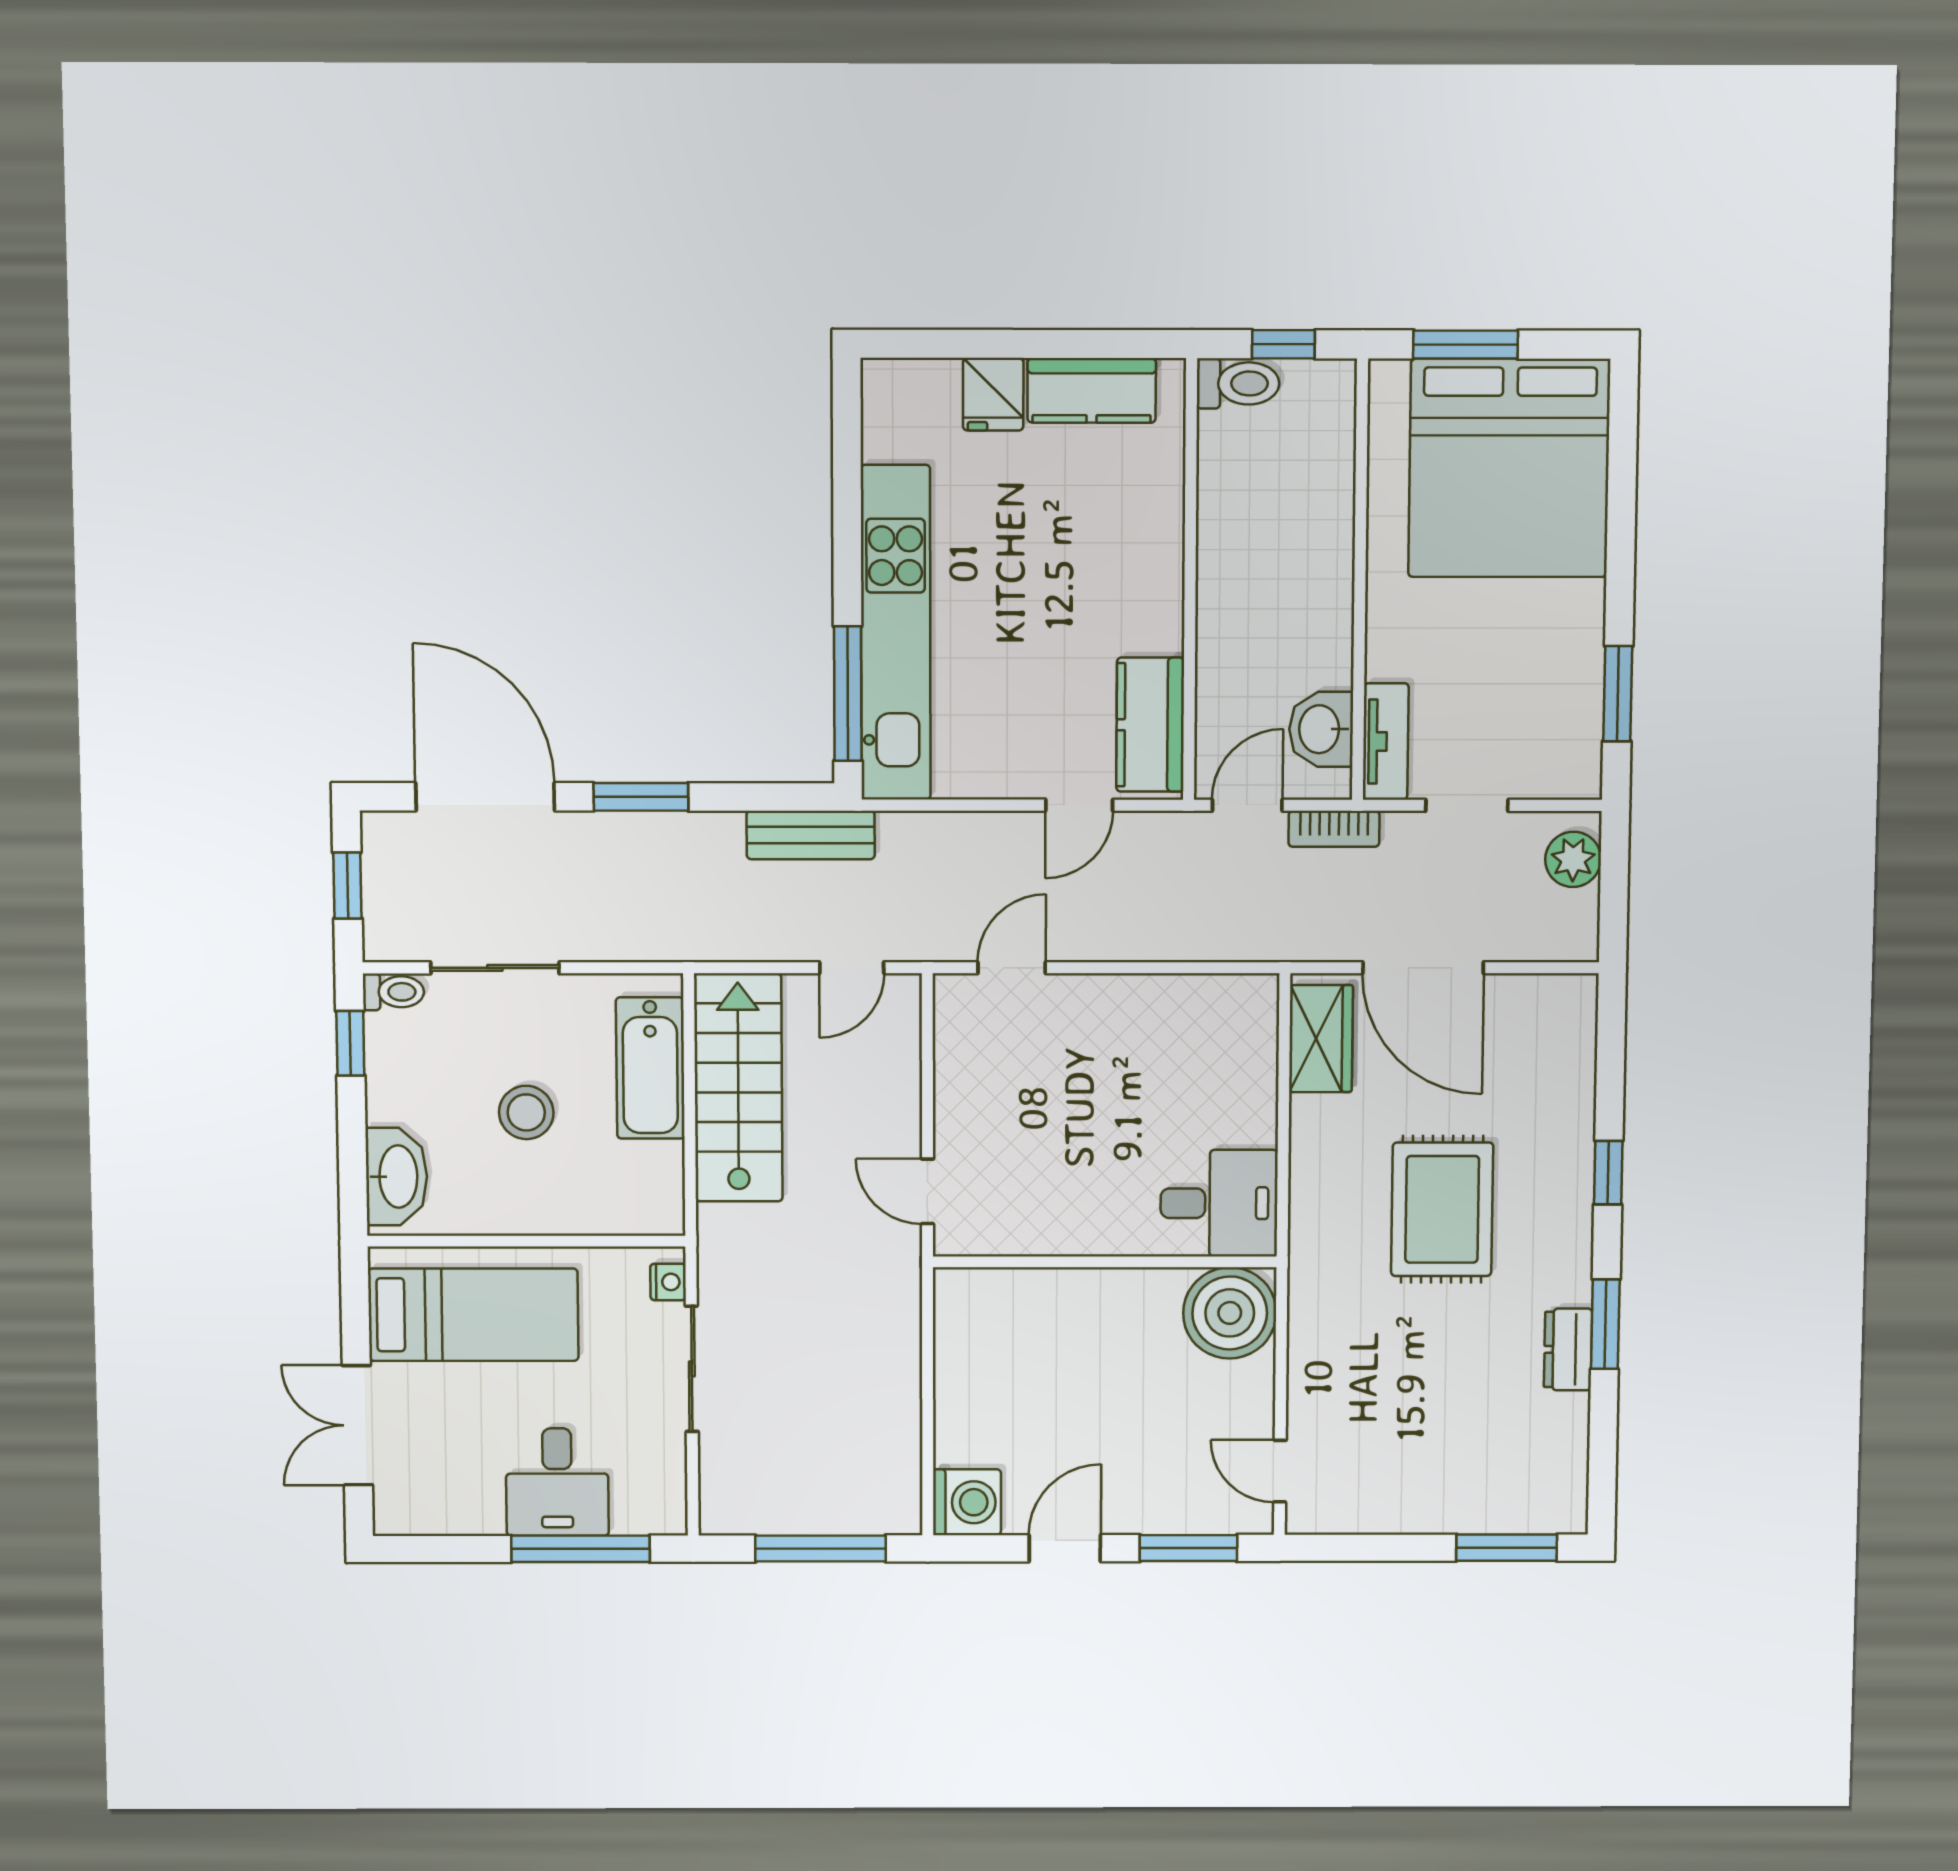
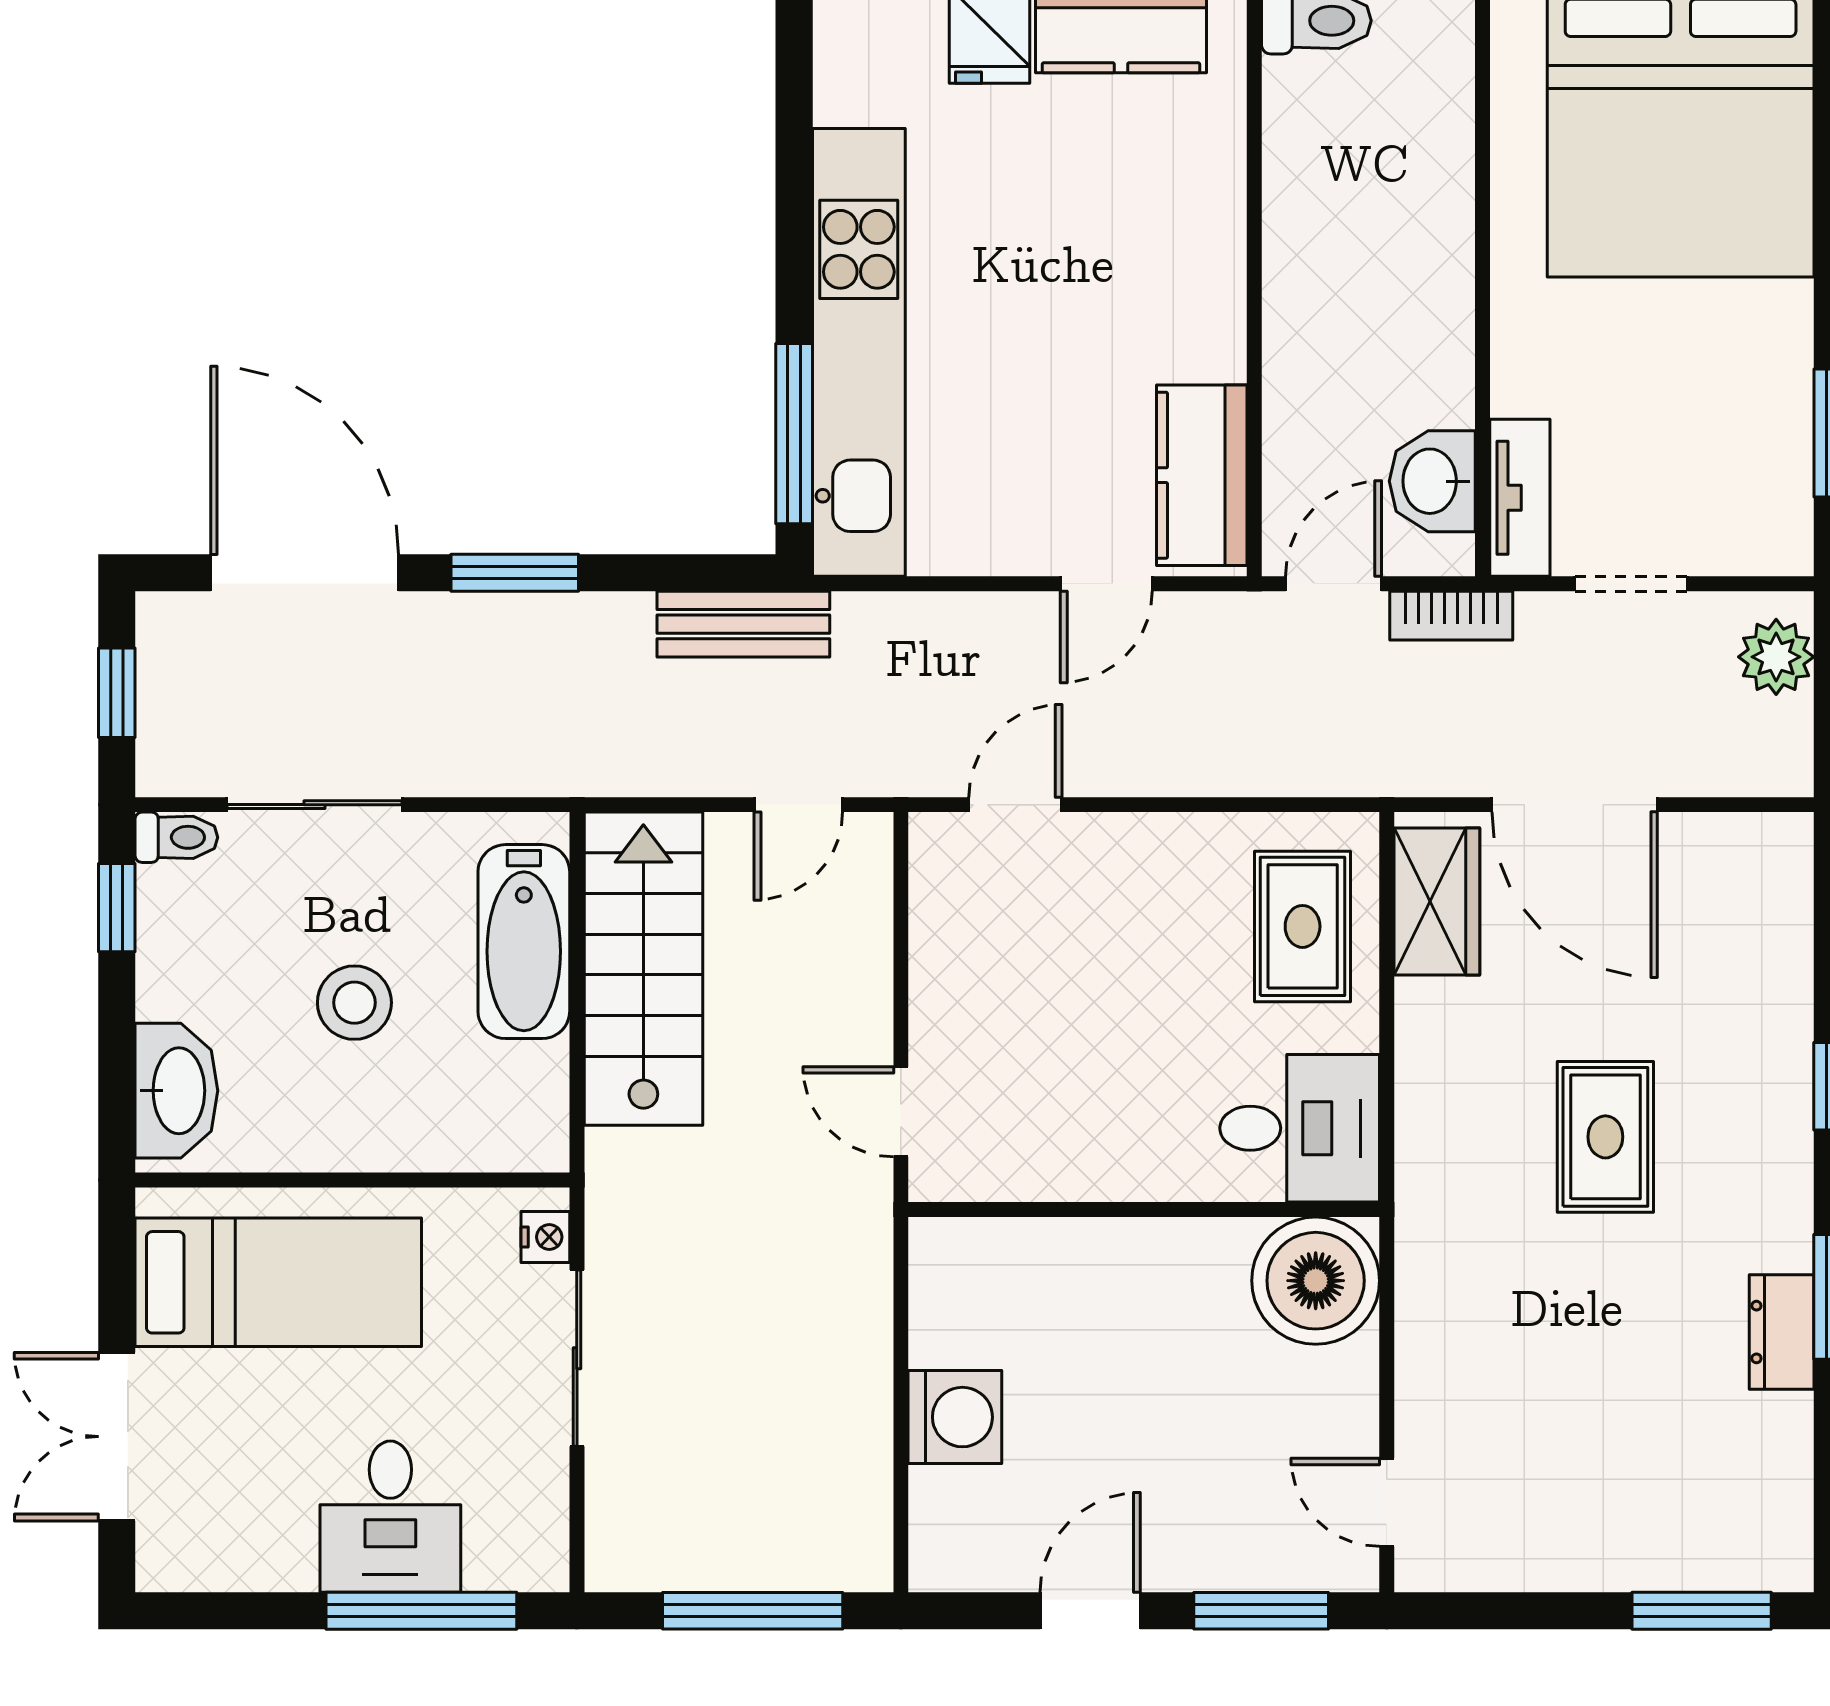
rug: (1222, 1057) -> (1303, 926), added
rug: (1442, 1209) -> (1605, 1137), width x0.73, depth x0.70
washing machine: (967, 1502) -> (955, 1417), moved

